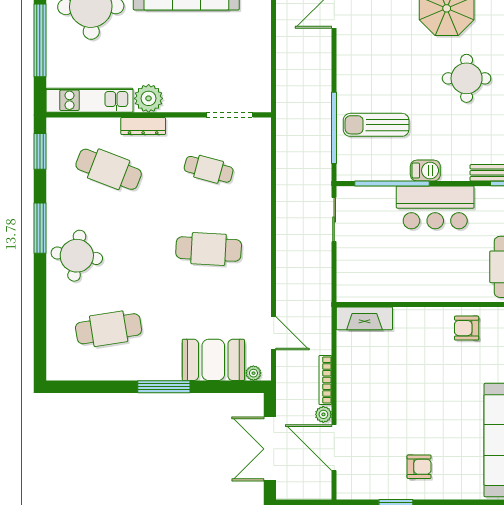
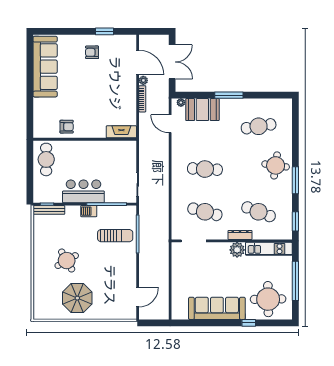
round table: (467, 78) -> (67, 261), turned -30
cafe table: (209, 169) -> (205, 212), width x1.37, depth x1.35

